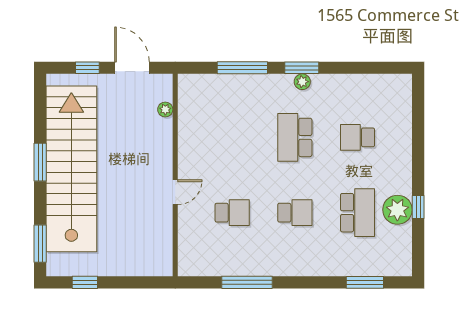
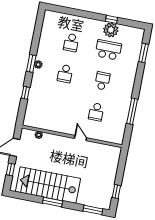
window: (242, 68) -> (26, 93), width x0.46
school desk: (295, 137) -> (65, 74), width x0.54
stairs: (71, 169) -> (48, 185), width x0.73
school desk: (232, 213) -> (96, 112), turned 180

